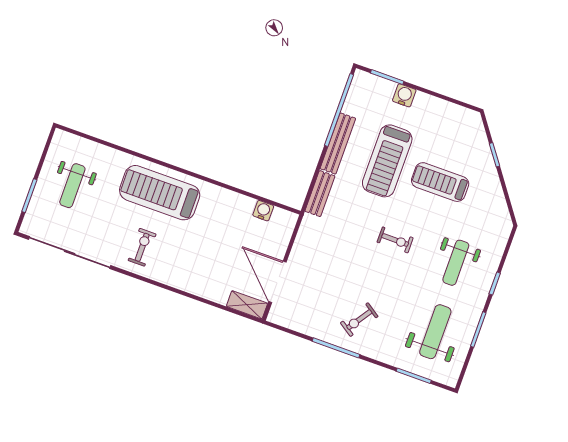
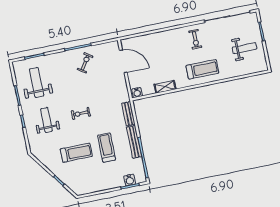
water cooler: (404, 95) -> (130, 180), moved
treadmill: (387, 161) -> (107, 148), width x0.73, depth x0.73
weight bench: (72, 186) -> (245, 48), turned 90
treadmill: (160, 193) -> (202, 69), width x0.73, depth x0.73
water cooler: (263, 211) -> (137, 93), moved
shelving: (247, 305) -> (165, 87), moved
exercise bike: (359, 320) -> (85, 63), moved
weight bench: (435, 332) -> (37, 82), turned 180

